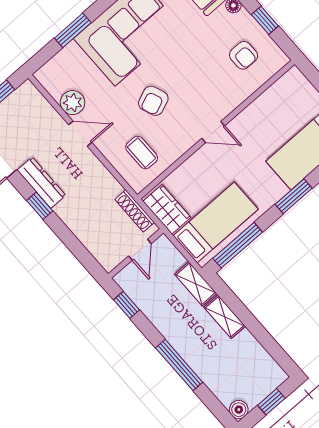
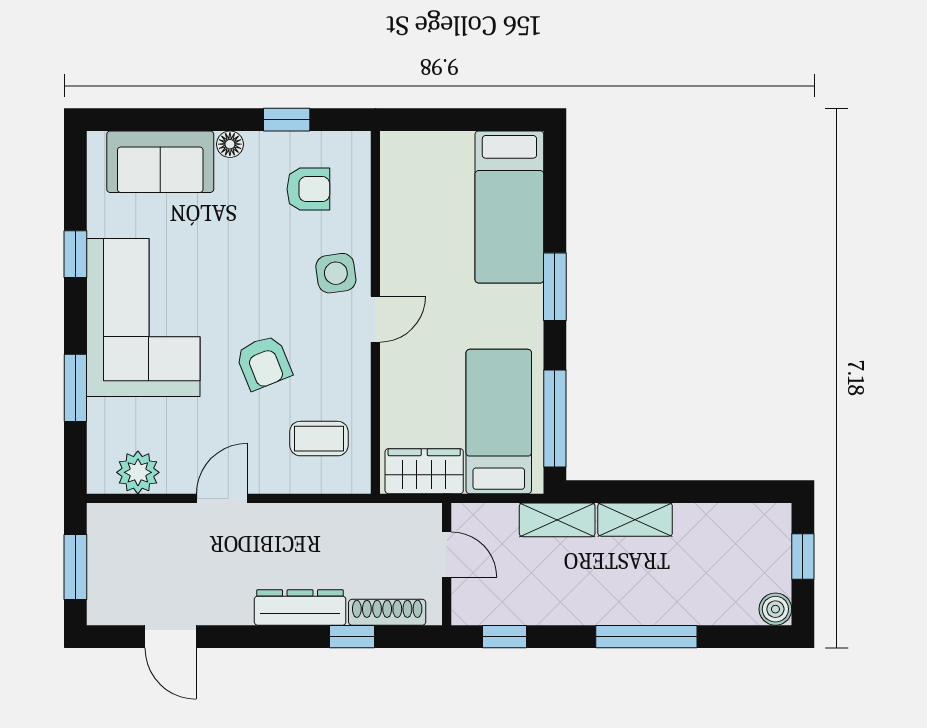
side table: (218, 98) -> (336, 273), added
plant: (73, 103) -> (138, 472), moved
dresser: (41, 183) -> (300, 607), moved
window: (40, 206) -> (352, 637), moved
shoe rack: (135, 211) -> (387, 612), moved, turned 180

